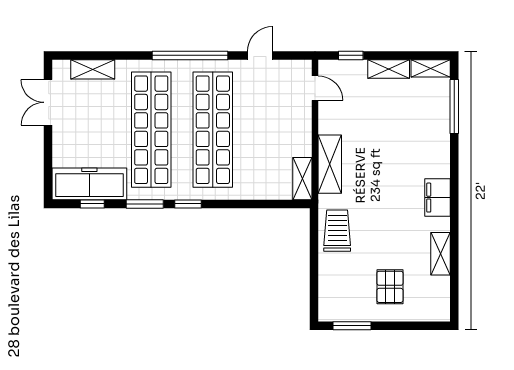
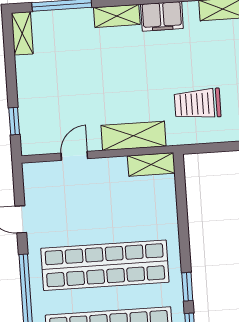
shelving: (389, 69) -> (117, 16), moved, turned 90
door: (315, 88) -> (74, 156), moved
trolley: (337, 231) -> (198, 104), moved

